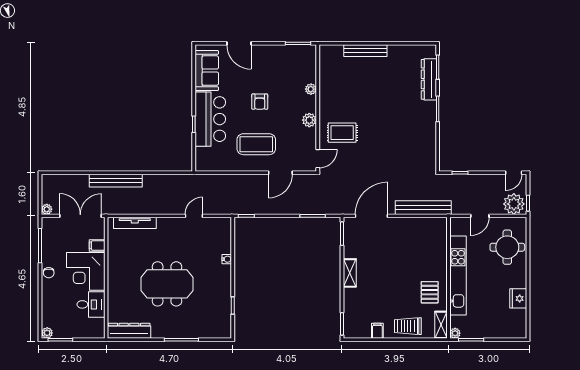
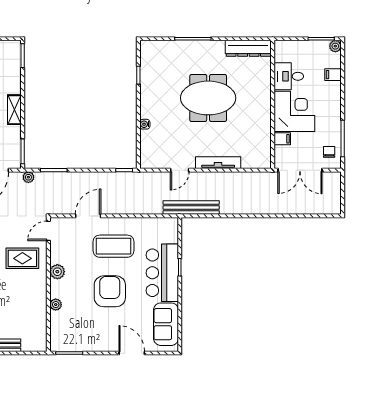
armchair: (260, 102) -> (110, 291), width x1.88, depth x1.88
bench: (116, 181) -> (191, 207), moved
plant: (47, 209) -> (28, 177), moved
tv unit: (135, 223) -> (218, 163), moved
chair: (49, 273) -> (329, 152), moved
filing cabinet: (49, 306) -> (333, 75), added

